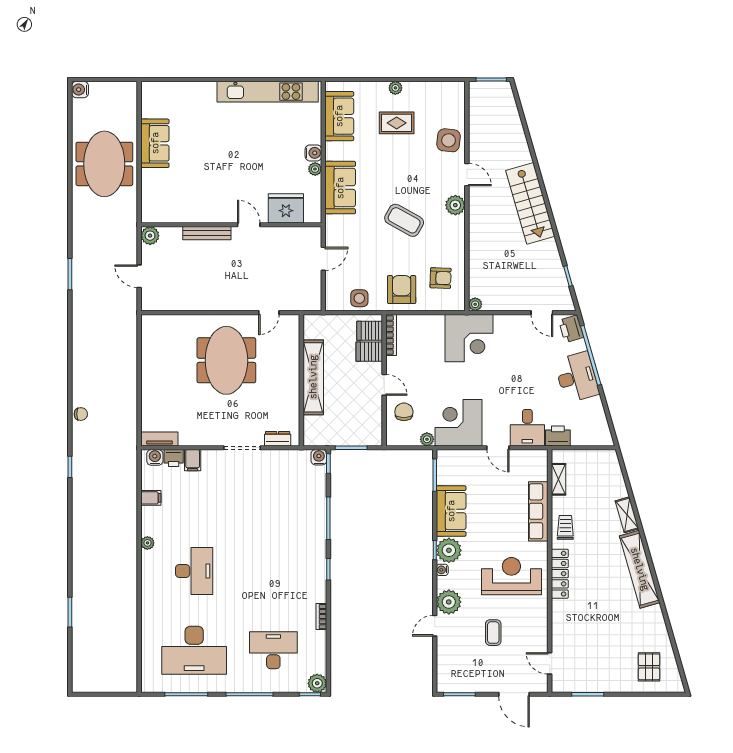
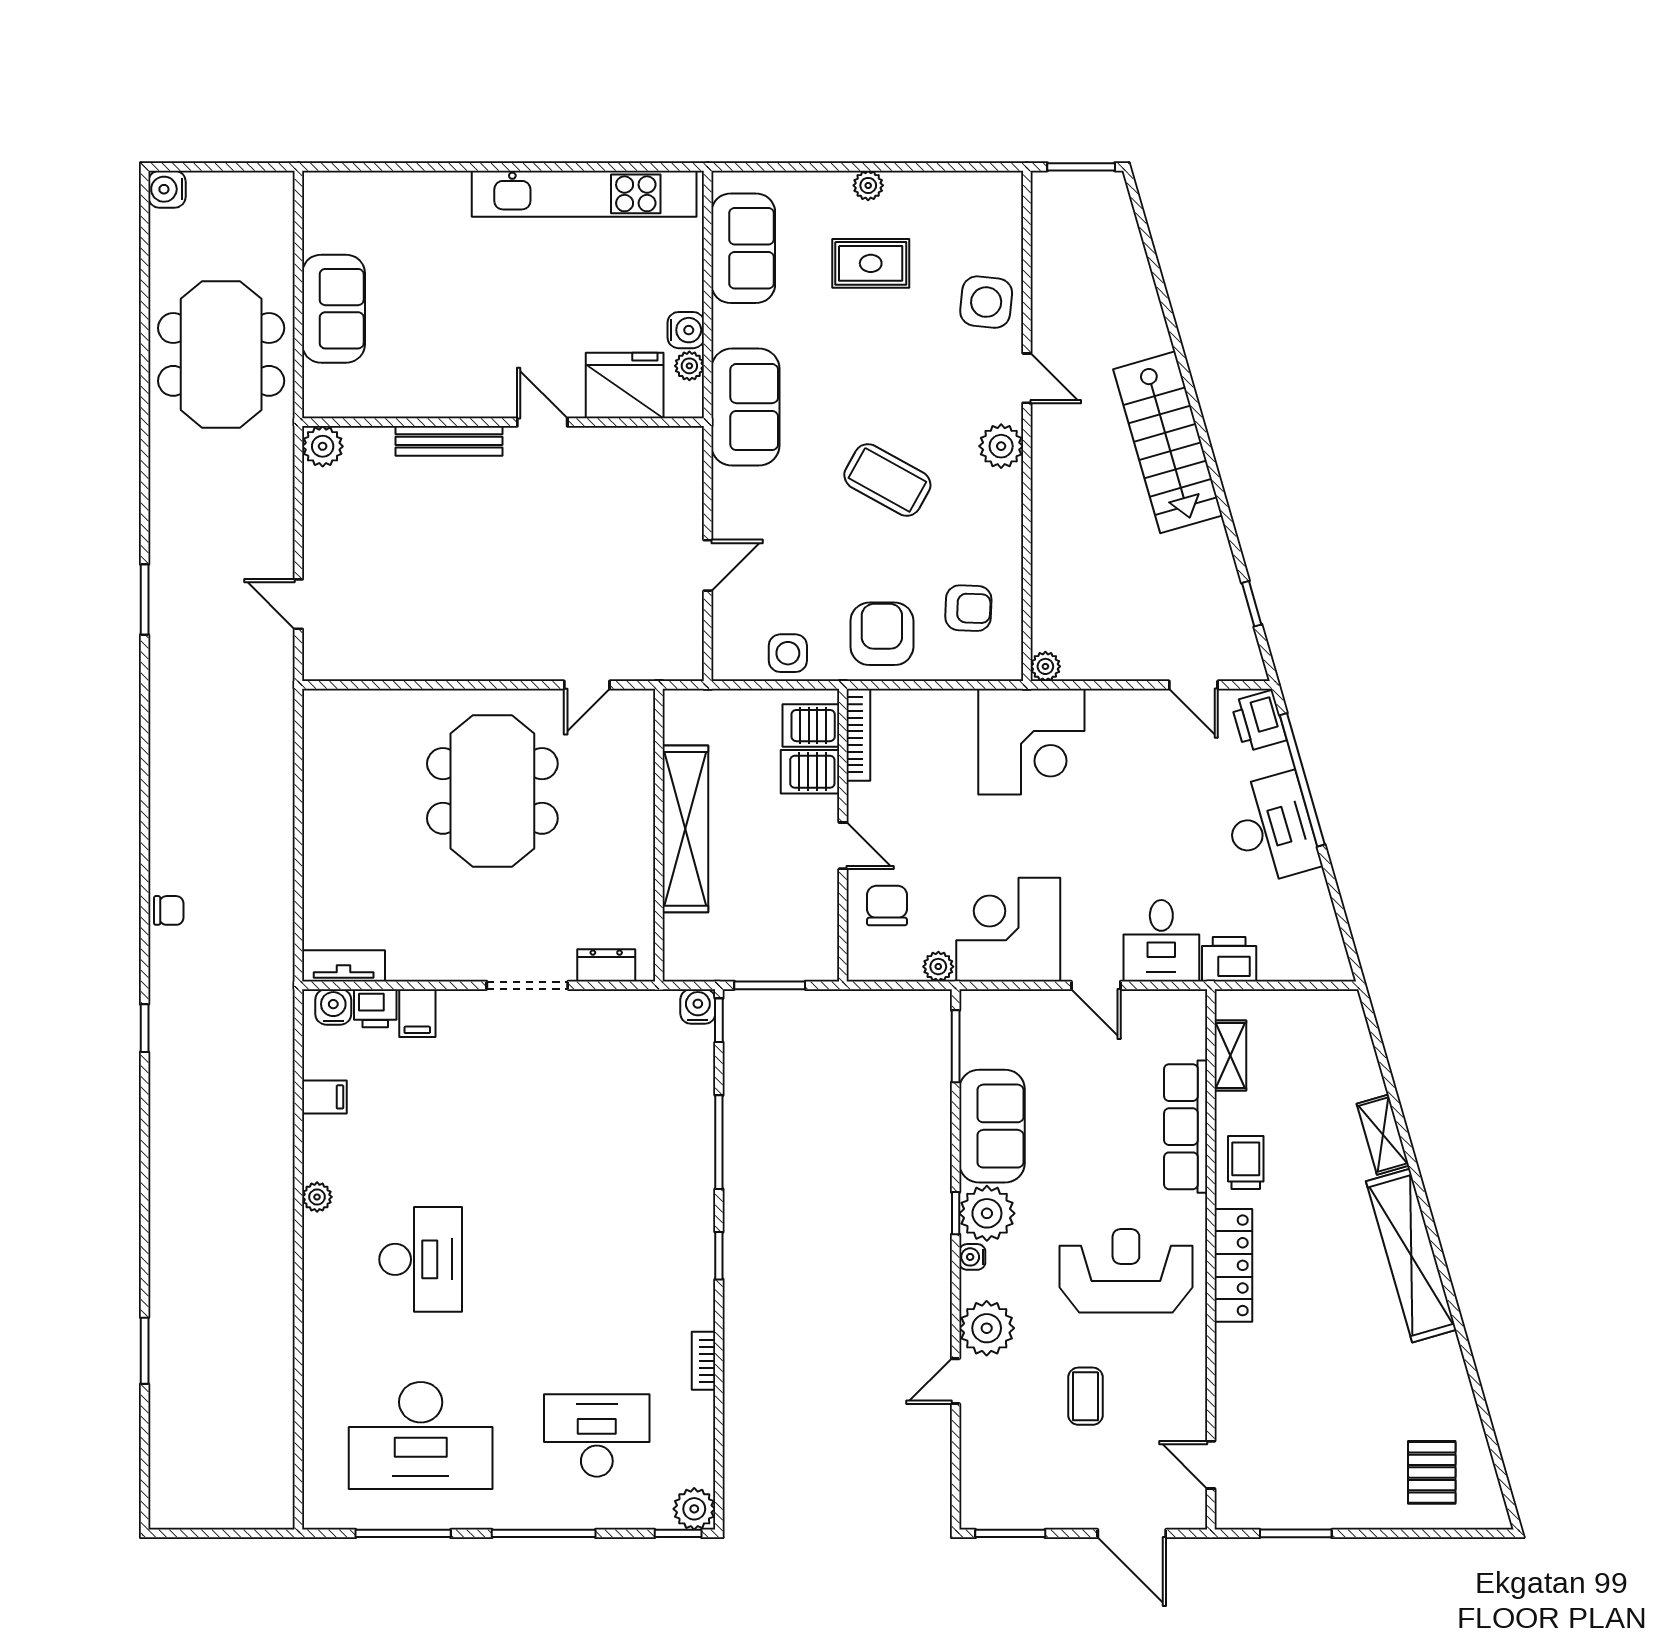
fridge: (286, 208) -> (625, 386), moved
wall: (231, 225) -> (503, 422), moved
door: (249, 225) -> (542, 422), moved
bench: (207, 233) -> (449, 441), moved
plant: (150, 236) -> (323, 446), moved

